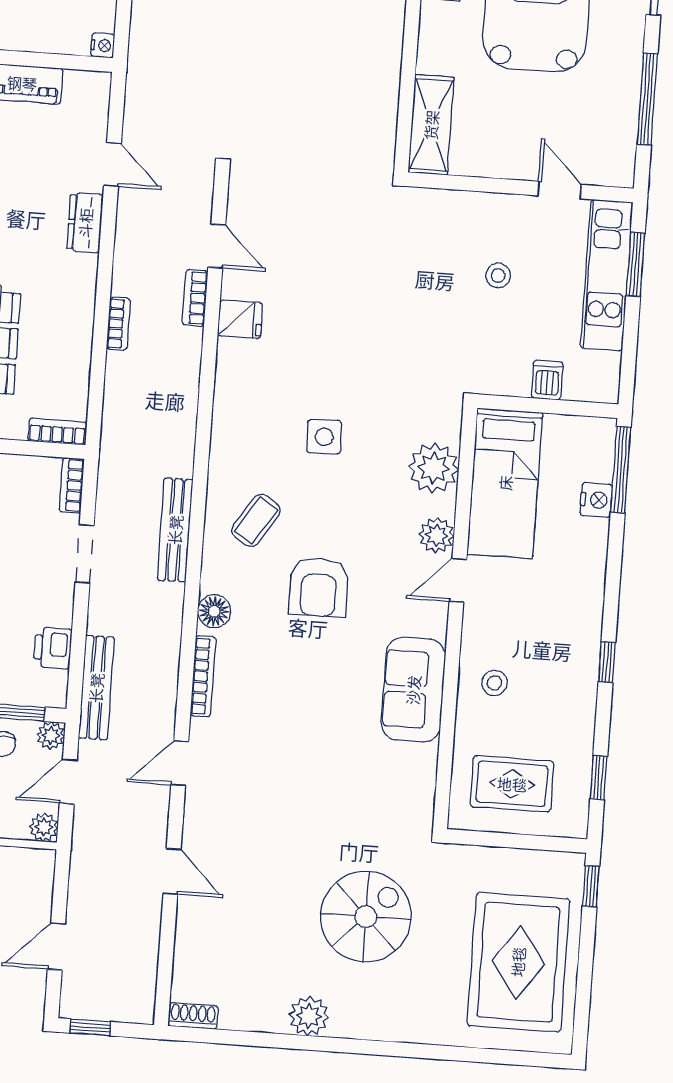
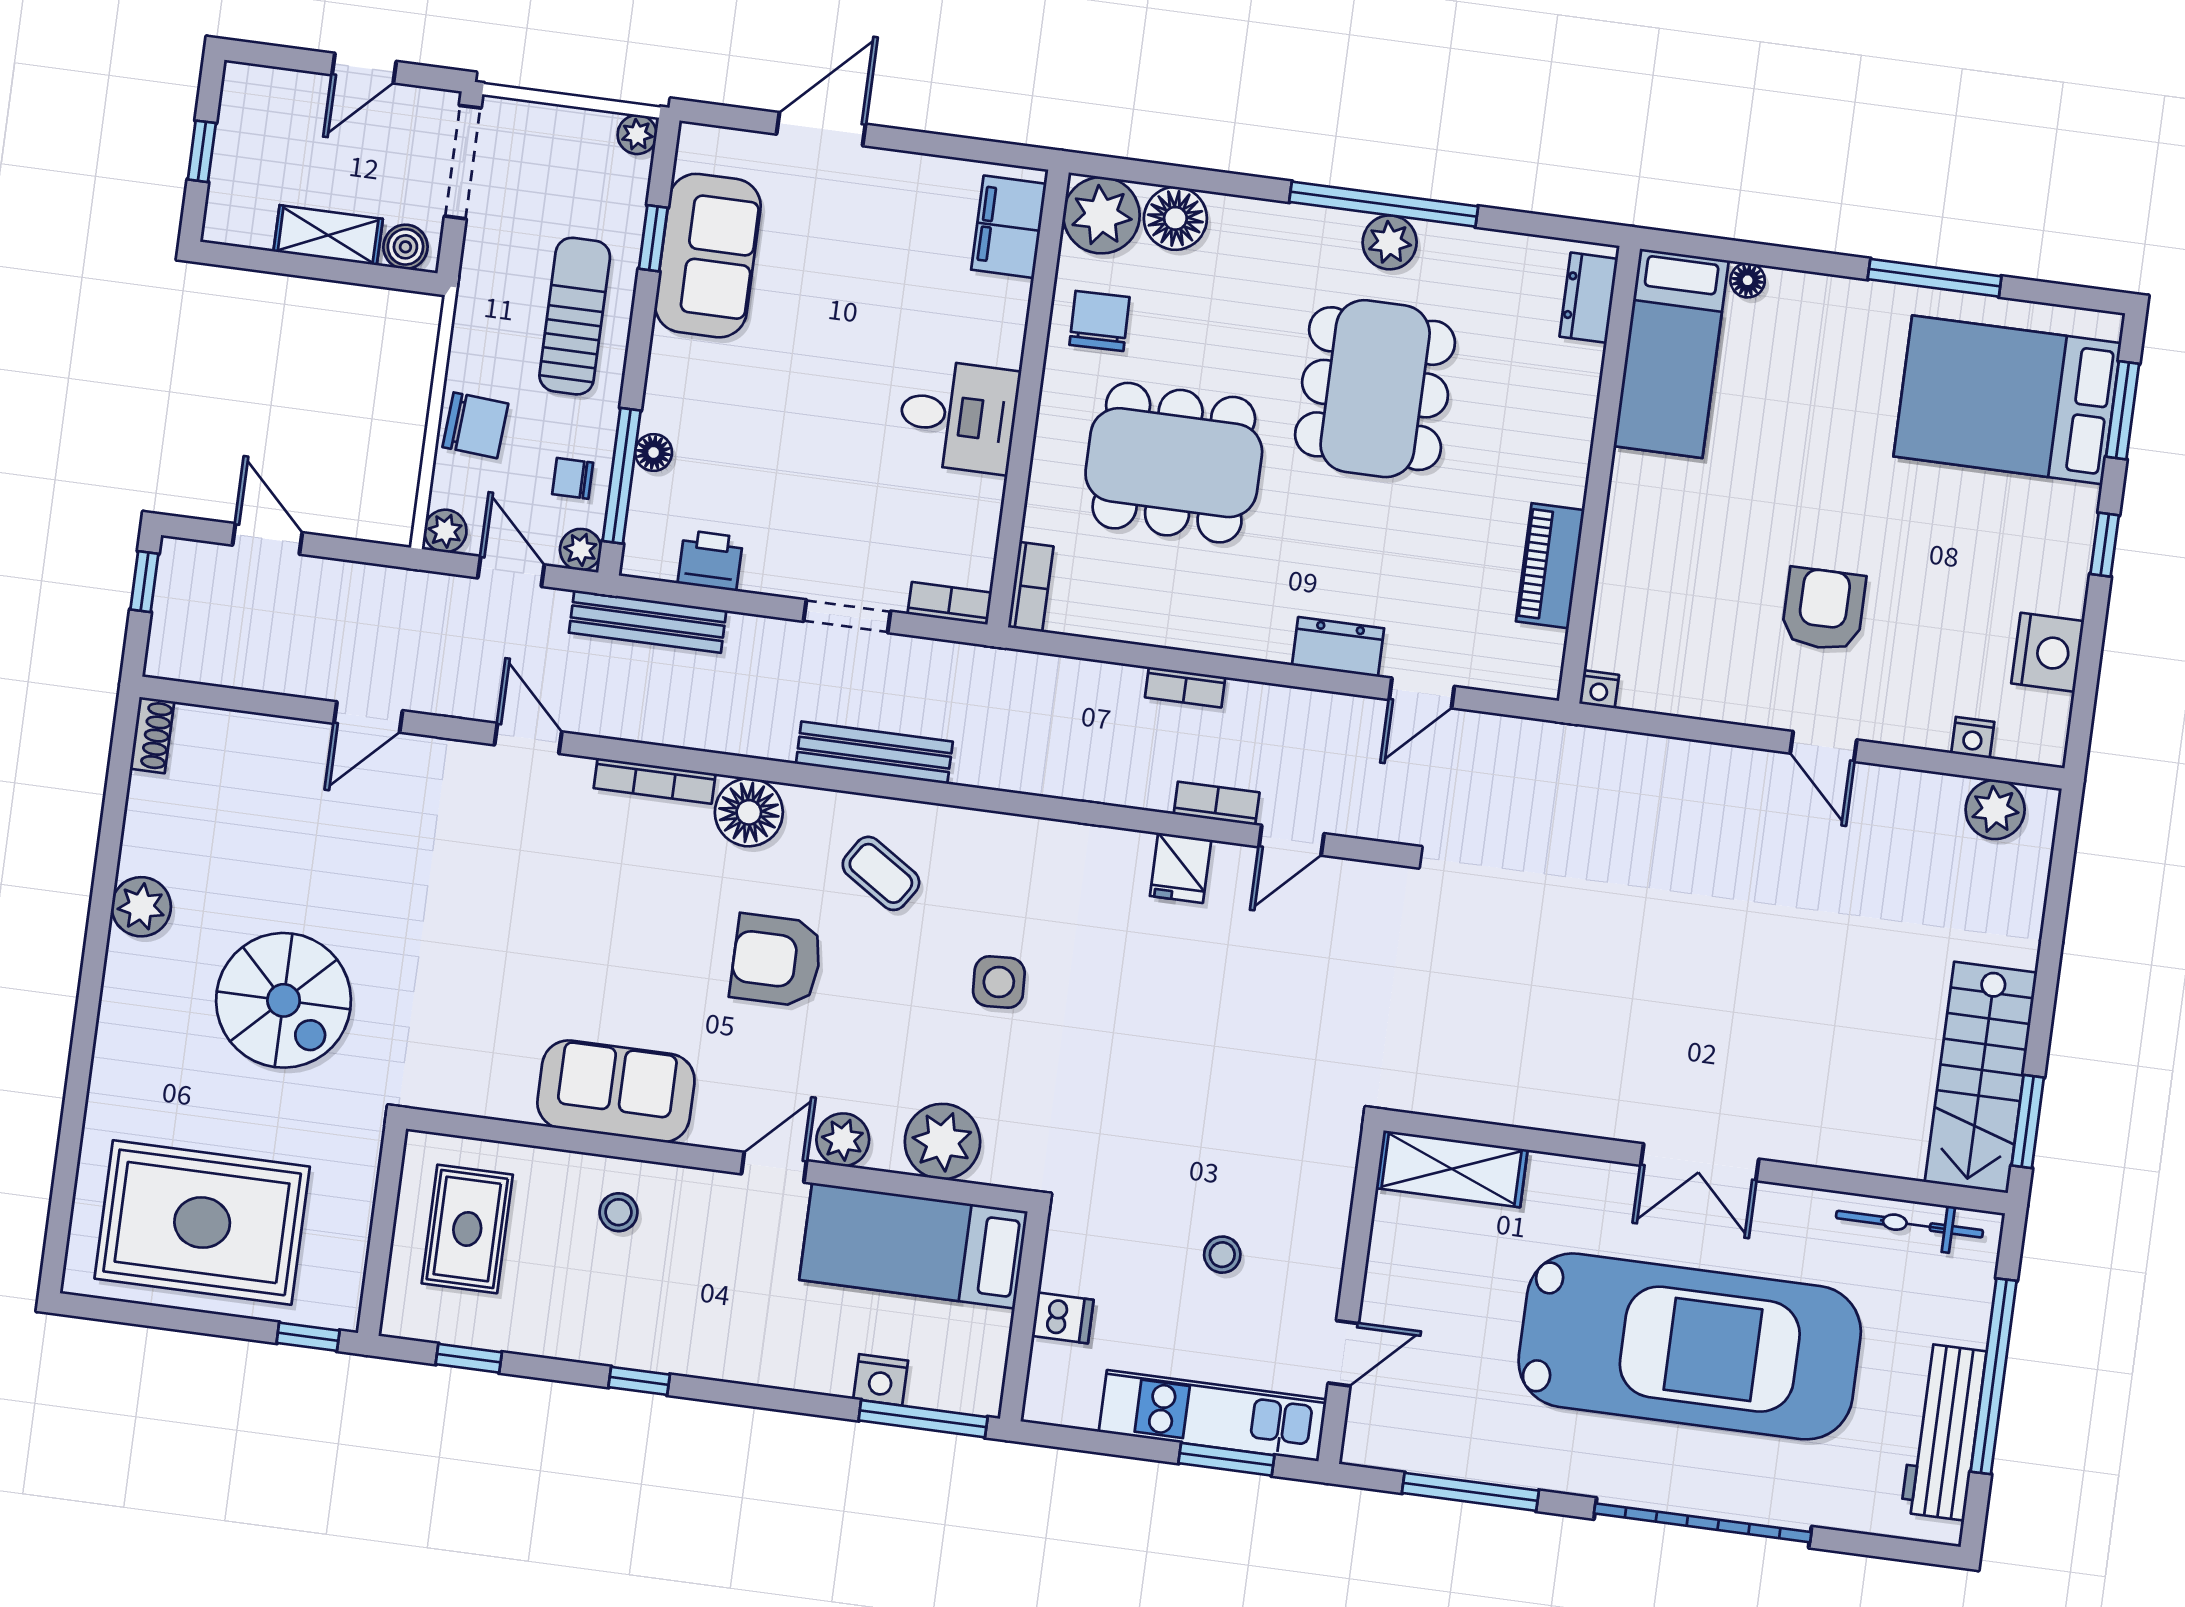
door: (458, 580) -> (774, 1167), hinge flipped
floor lamp: (214, 611) -> (749, 812), width x1.38, depth x1.38

